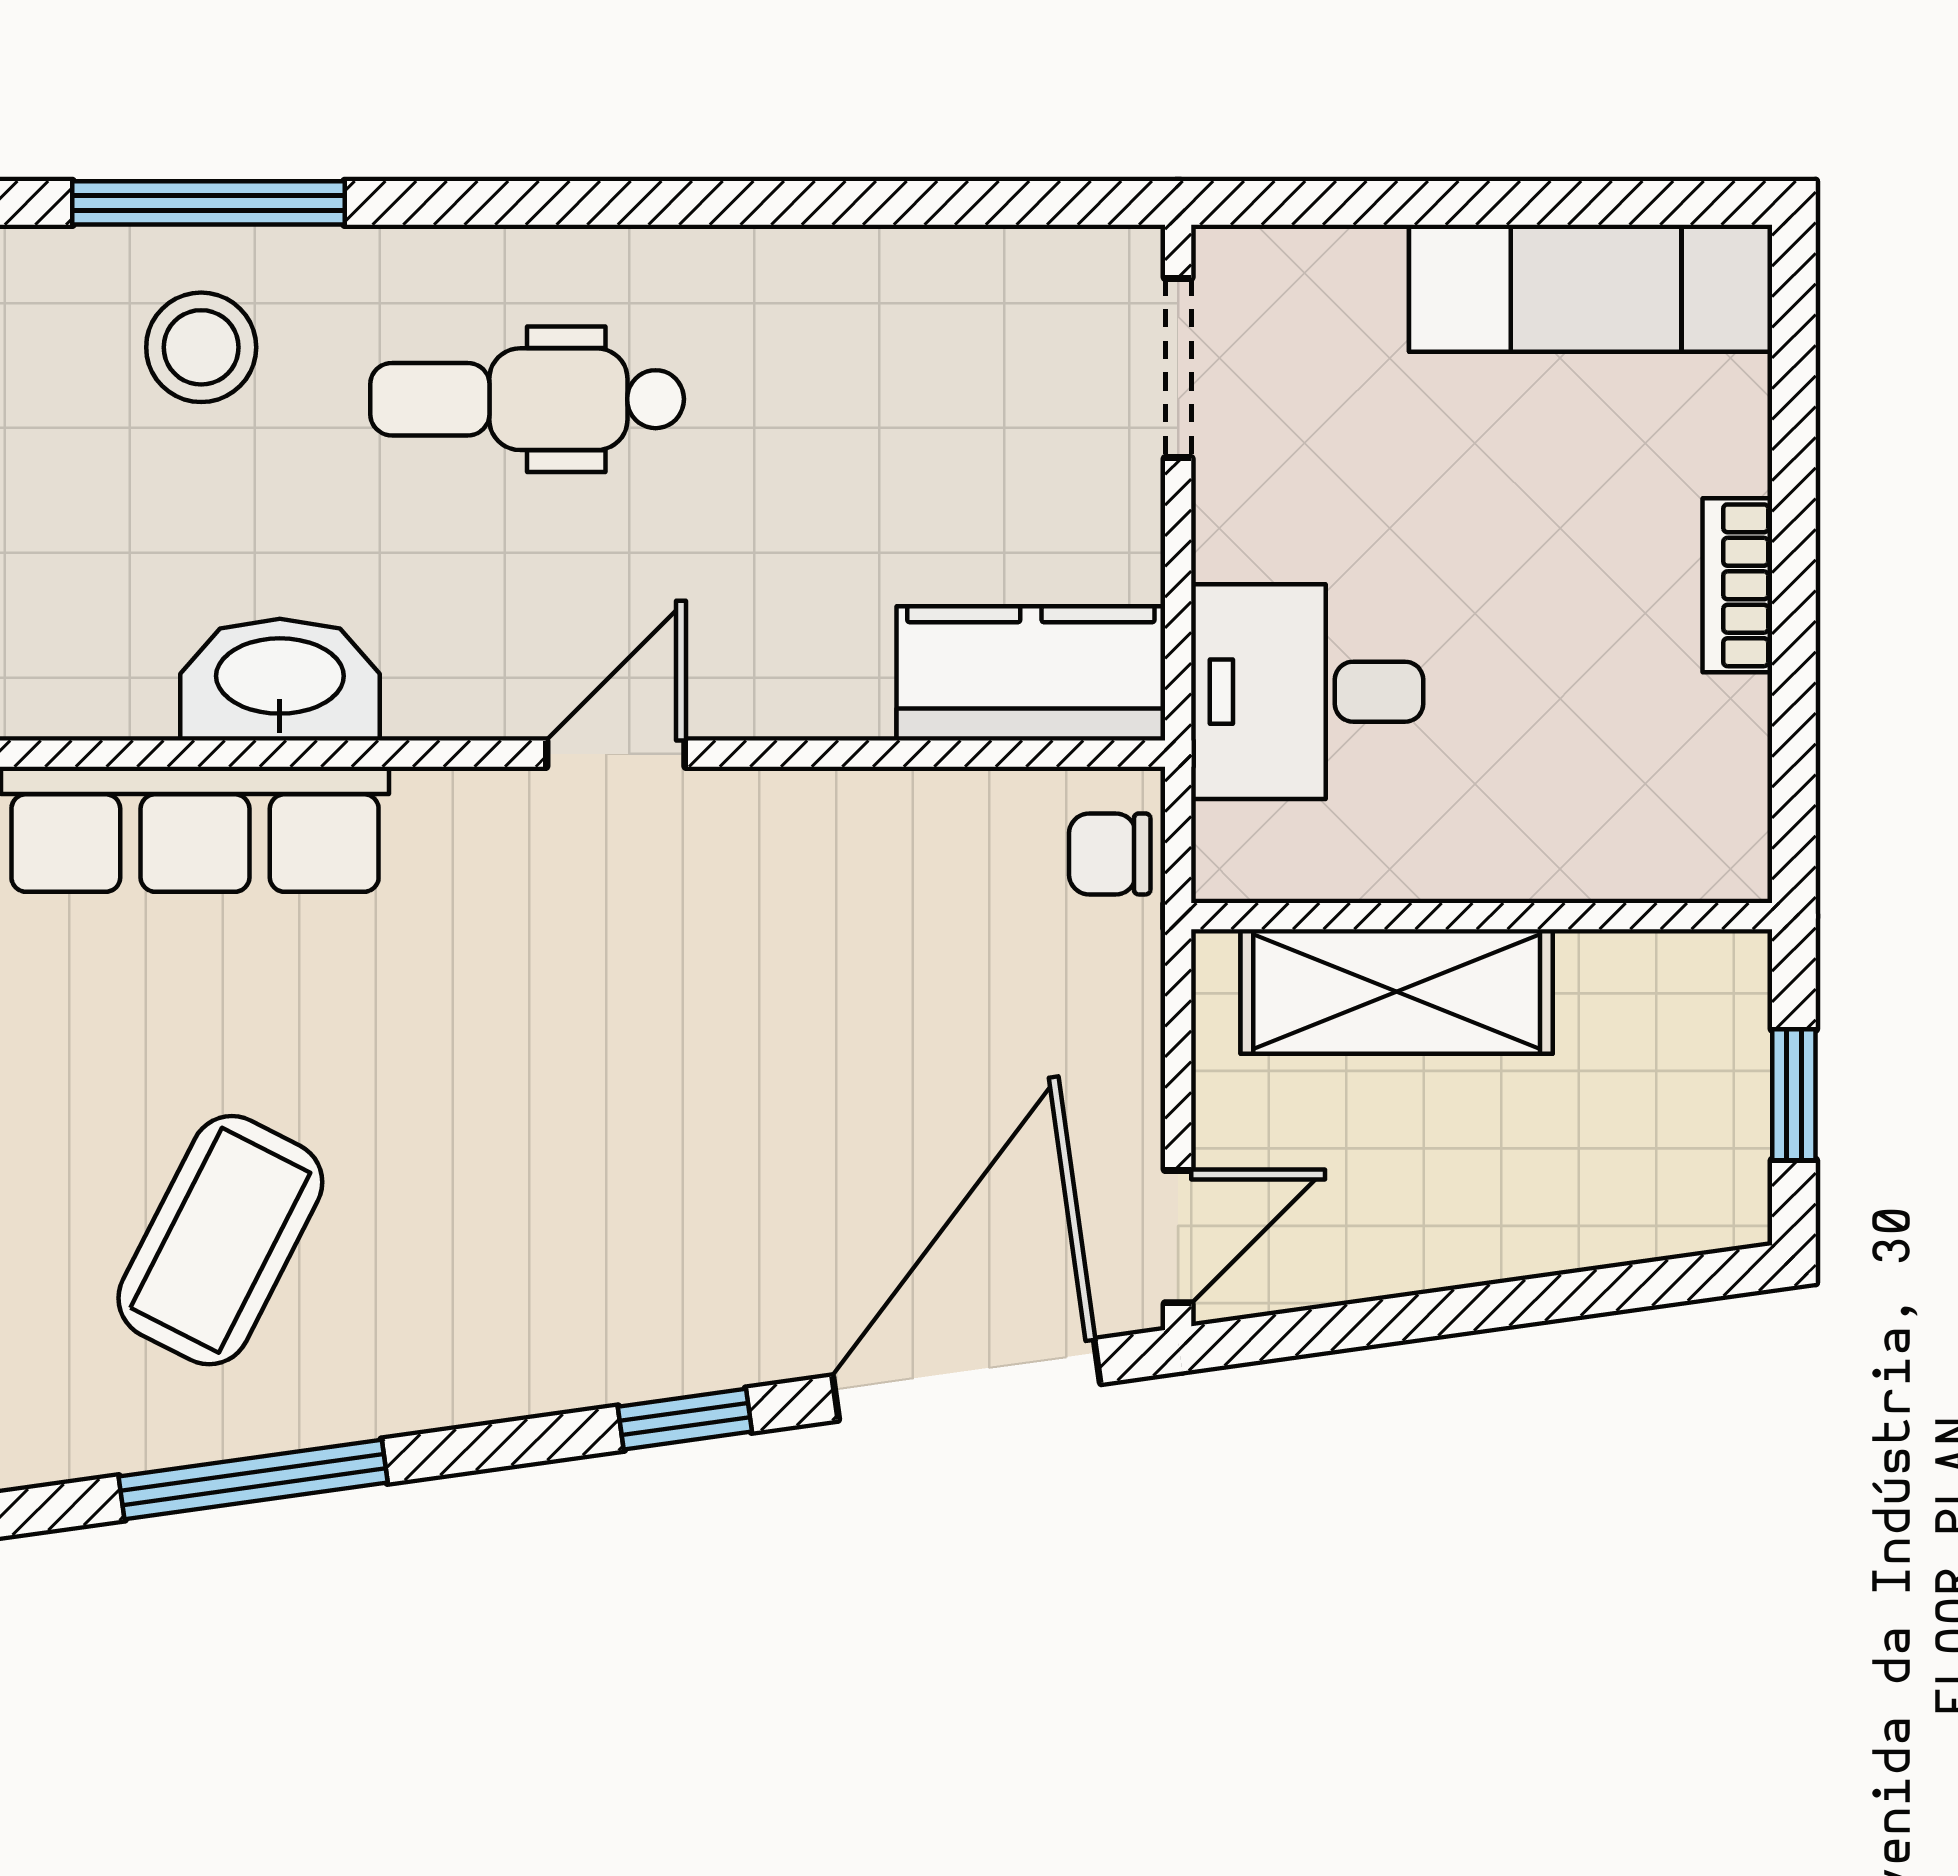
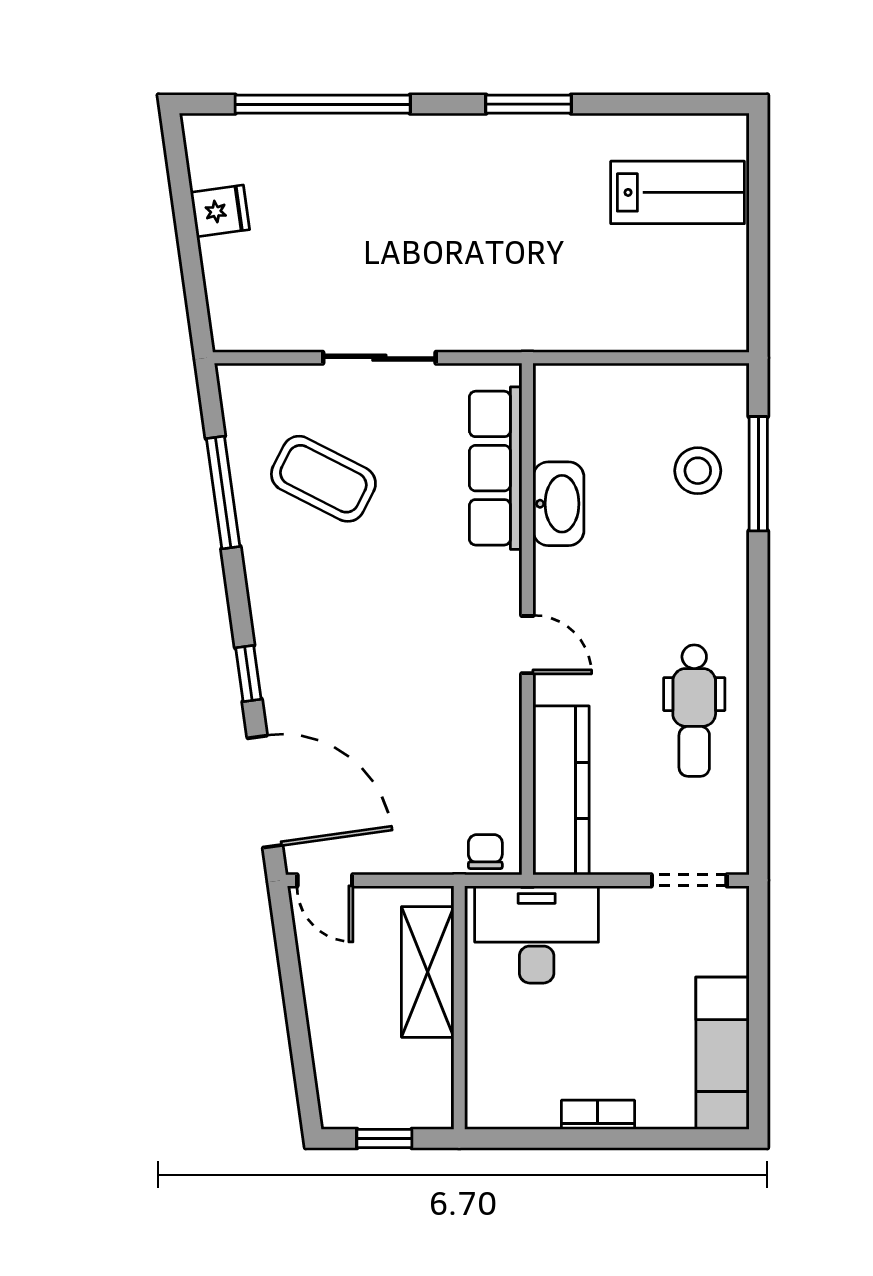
dental chair: (527, 399) -> (694, 711), moved, turned 180
kitchen counter: (1031, 673) -> (561, 790), width x1.50
desk: (1307, 692) -> (537, 934), width x1.37

